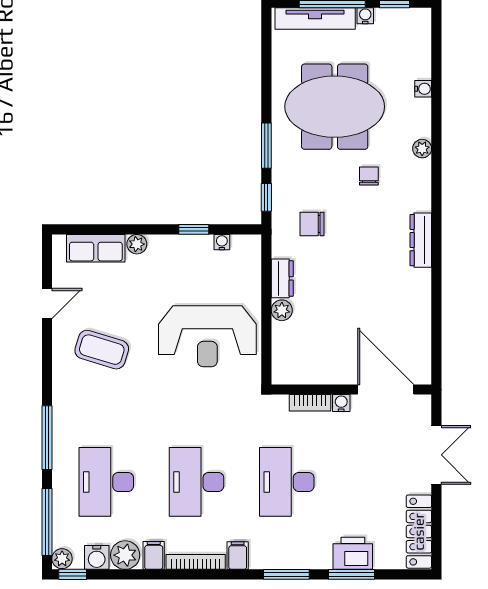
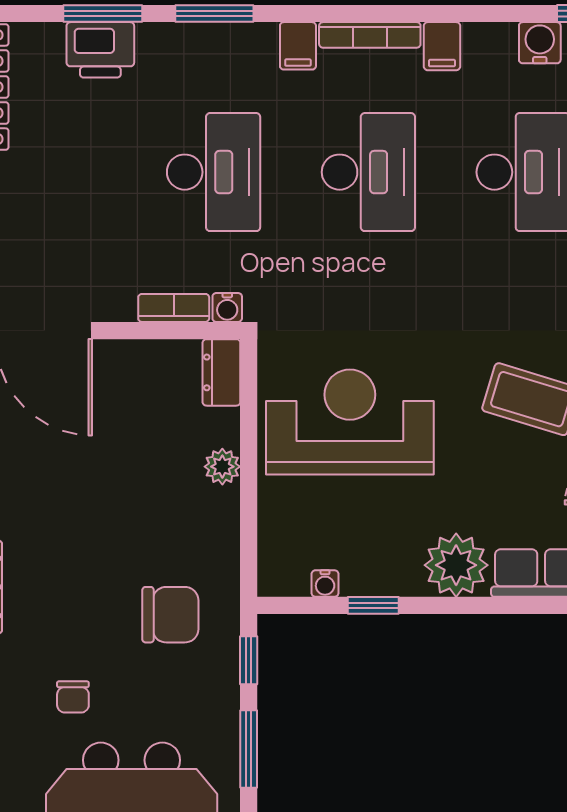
chair: (312, 224) -> (170, 615), width x1.37, depth x1.37
plant: (137, 244) -> (456, 565), width x1.88, depth x1.88
dresser: (282, 278) -> (221, 372), moved
water cooler: (341, 403) -> (227, 307), moved
plant: (125, 555) -> (491, 47), removed

